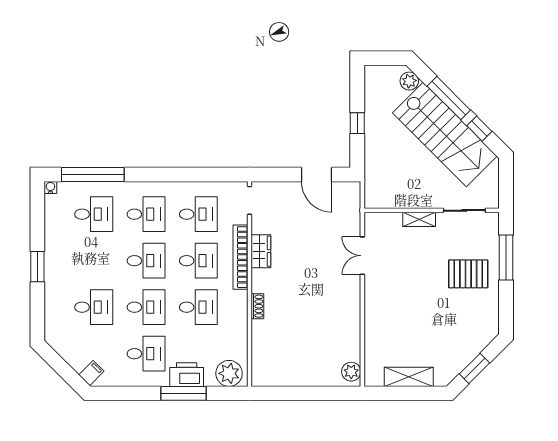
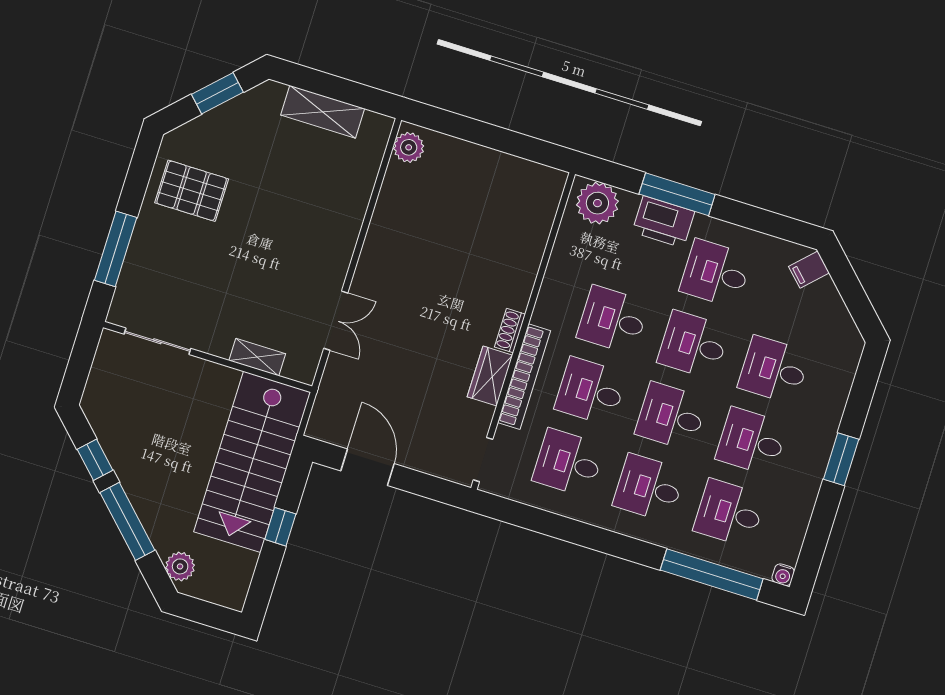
stairs: (445, 134) -> (252, 462), moved, turned -135
shelving: (419, 219) -> (257, 357), moved
desk: (94, 261) -> (752, 441), added
pallet: (468, 274) -> (192, 191), moved
shoe rack: (257, 306) -> (510, 331), moved

